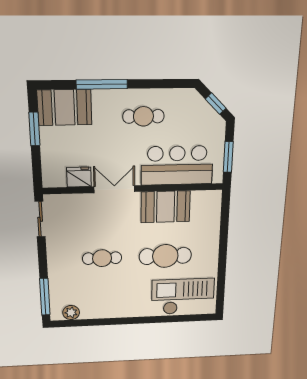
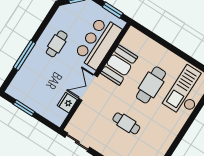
booth: (65, 107) -> (23, 84), removed
cafe table: (102, 258) -> (126, 123), turned 90

